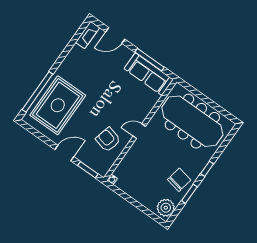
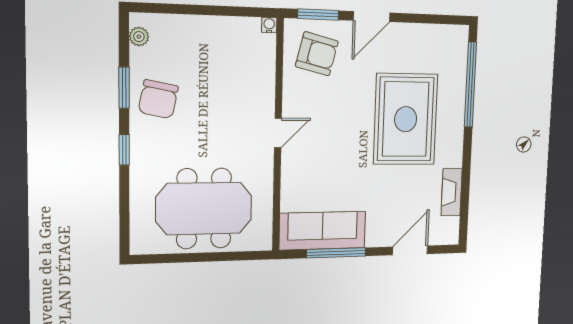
fireplace: (88, 35) -> (452, 192), moved
rug: (58, 105) -> (406, 119), moved
meeting table: (192, 121) -> (204, 209), width x0.73
armchair: (108, 140) -> (317, 54), moved
plant: (166, 208) -> (139, 37), width x0.53, depth x0.53

